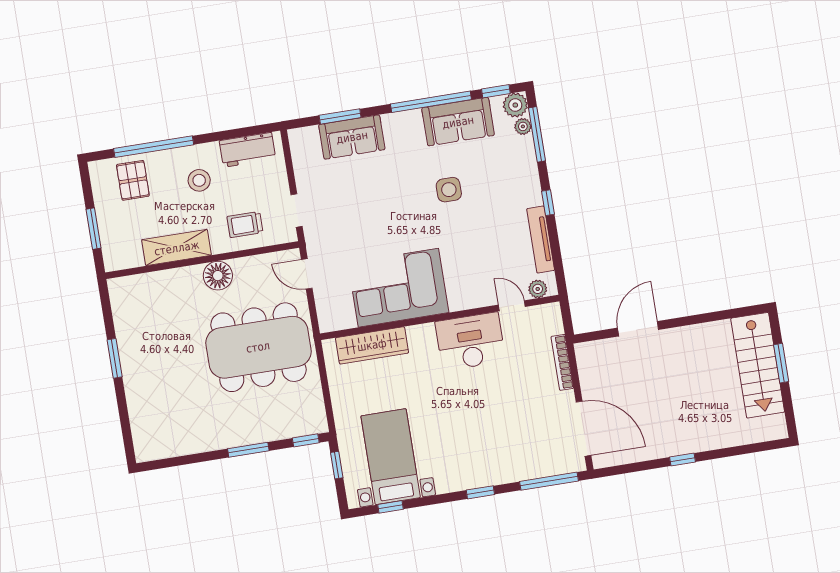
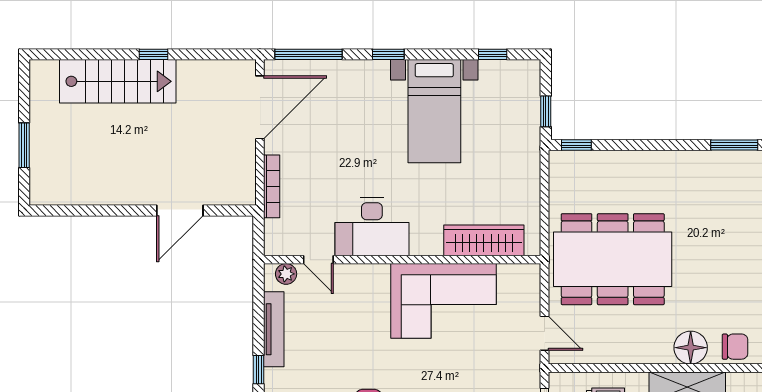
floor lamp: (218, 276) -> (691, 348), moved
chair: (141, 289) -> (735, 347), added
stairs: (758, 365) -> (118, 81), moved, turned 90
door: (584, 429) -> (260, 107), swing flipped
window: (248, 450) -> (734, 145), moved
bed with nightstands: (391, 457) -> (434, 111), moved

